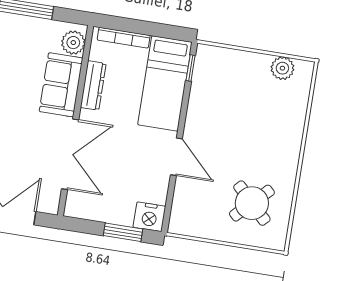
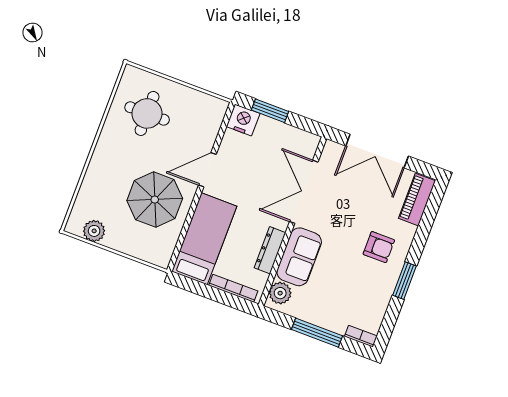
window: (191, 68) -> (178, 248), removed
parasol: (225, 114) -> (155, 200), added
door: (176, 157) -> (207, 170), hinge flipped
round table: (252, 203) -> (147, 113), turned 45

